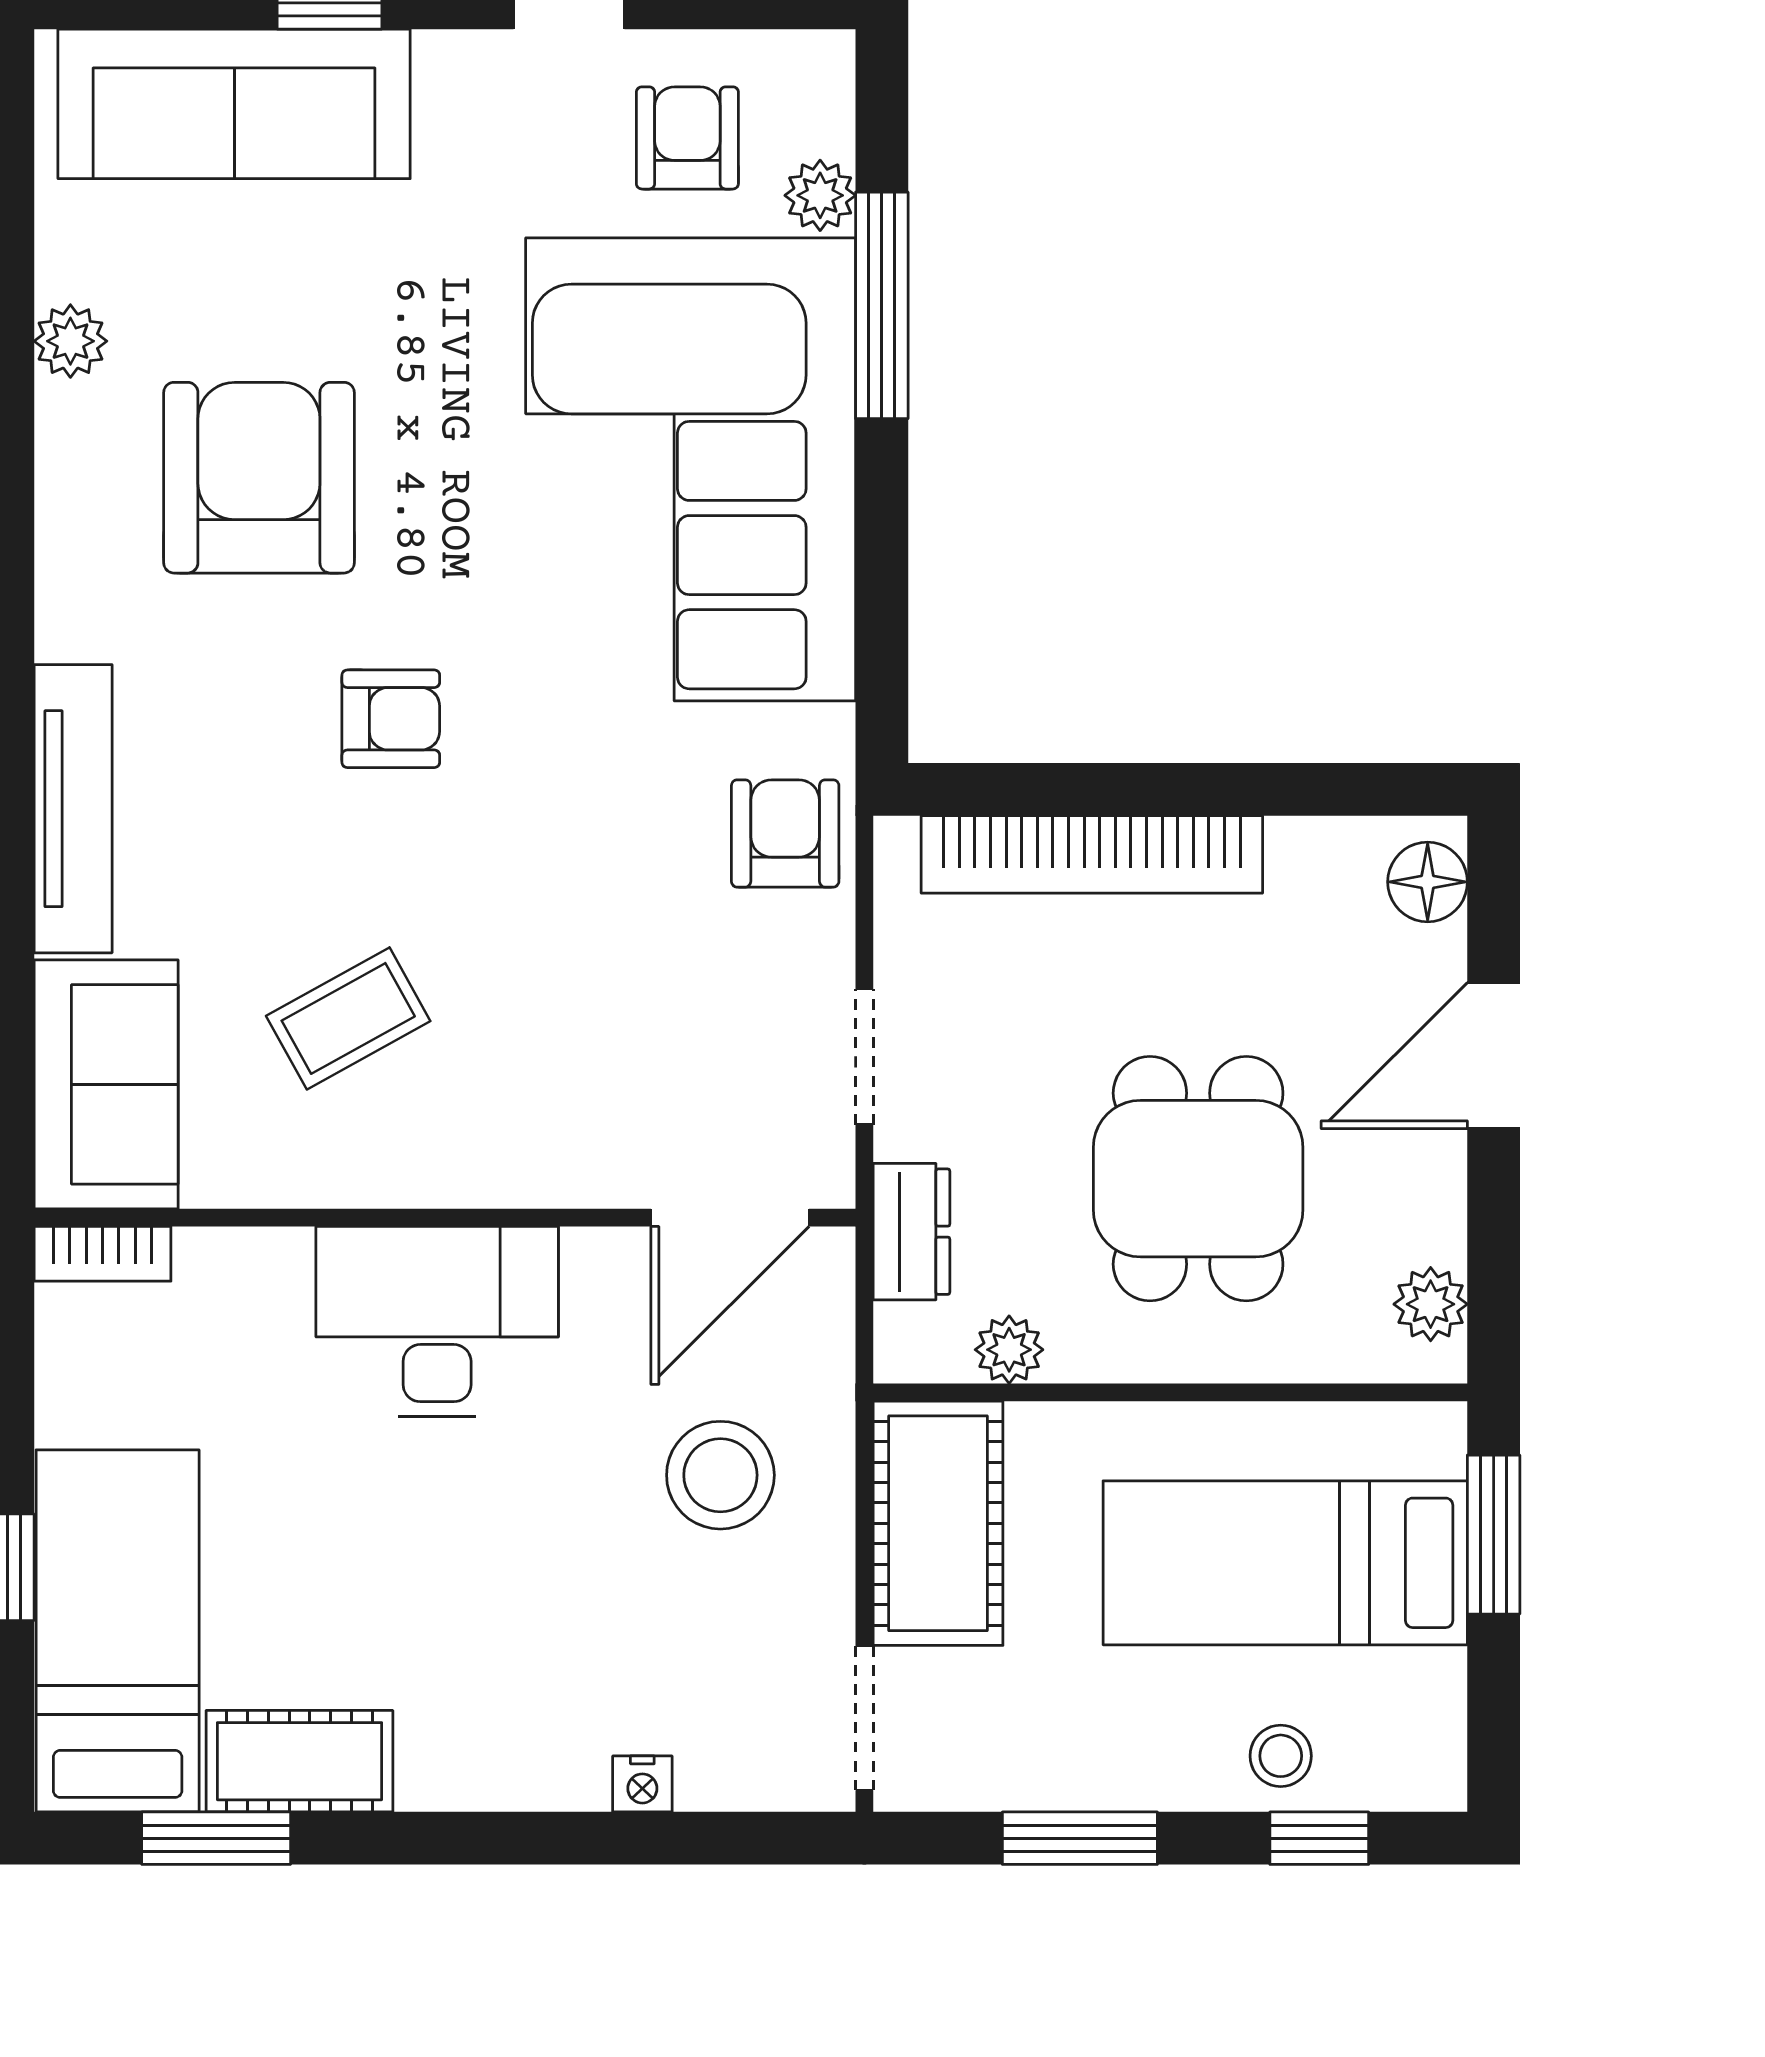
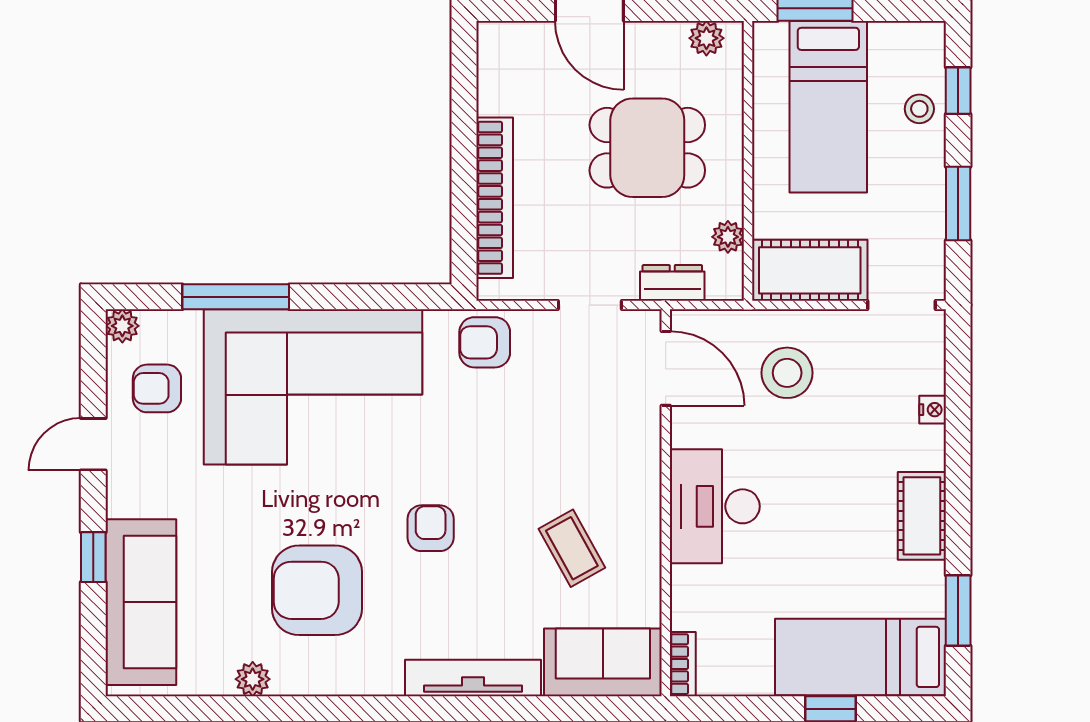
plant: (820, 195) -> (122, 326), moved
floor lamp: (1428, 882) -> (507, 40), removed
cot: (299, 1761) -> (922, 516), moved

